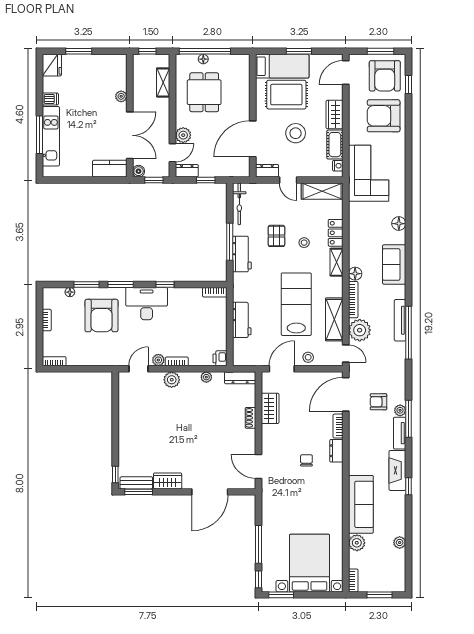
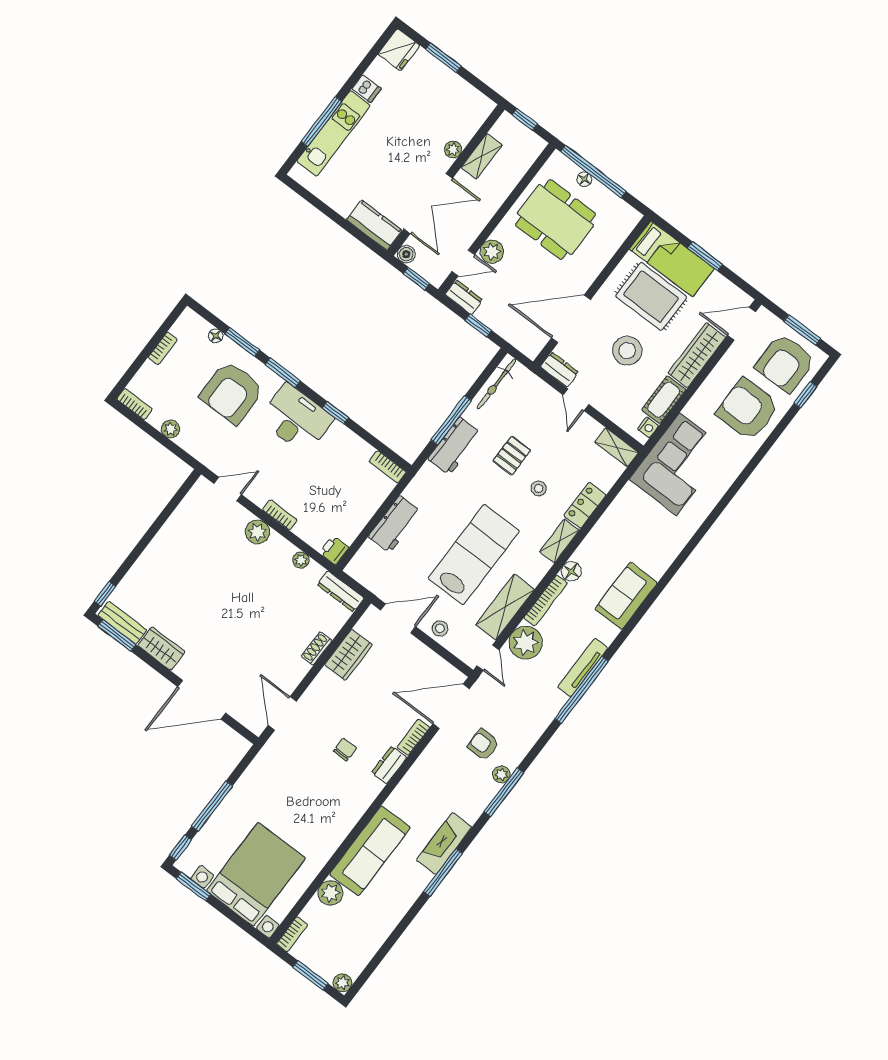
shelving: (163, 82) -> (482, 156), moved
dining table: (204, 92) -> (556, 219), width x1.38
wardrobe: (334, 115) -> (697, 355), width x1.50
shelving: (322, 191) -> (616, 447), width x0.67, depth x0.75
floor lamp: (399, 224) -> (668, 551), removed
plant: (158, 360) -> (170, 429), moved
tv unit: (400, 433) -> (480, 801), removed
window: (409, 486) -> (443, 873), width x2.17
plant: (400, 542) -> (342, 983), moved

